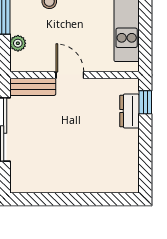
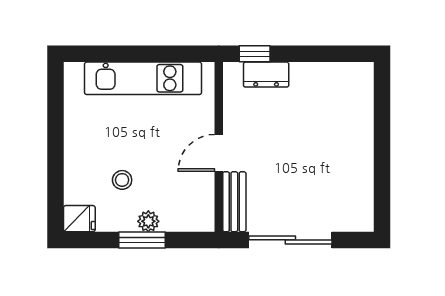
plant: (18, 43) -> (148, 221), moved

